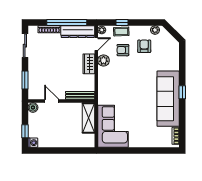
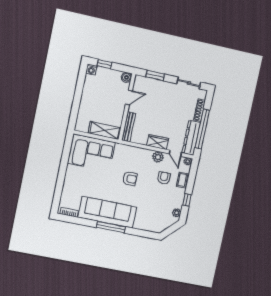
window: (122, 22) -> (187, 200), moved
armchair: (144, 46) -> (130, 179), moved
window: (182, 92) -> (111, 227), width x2.17

